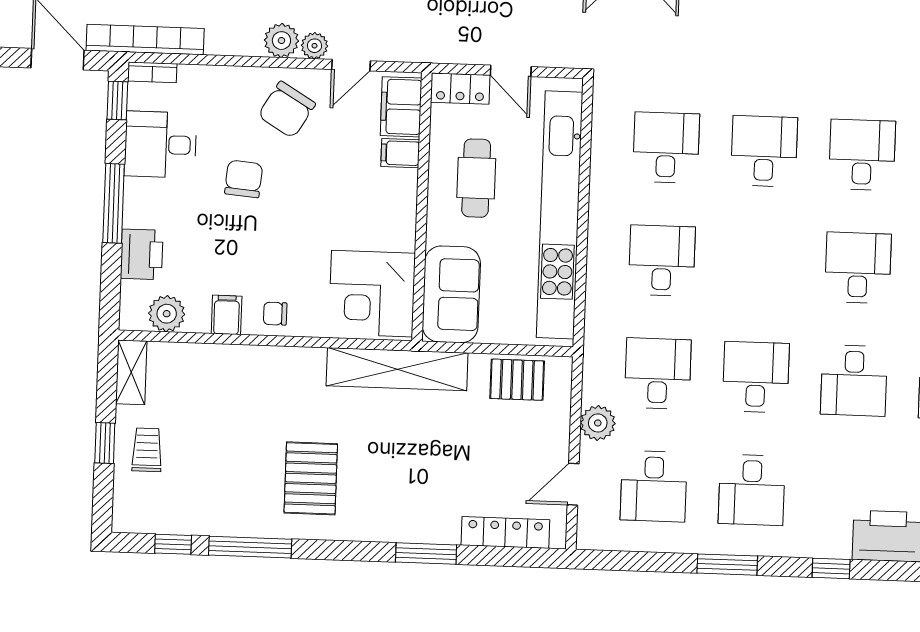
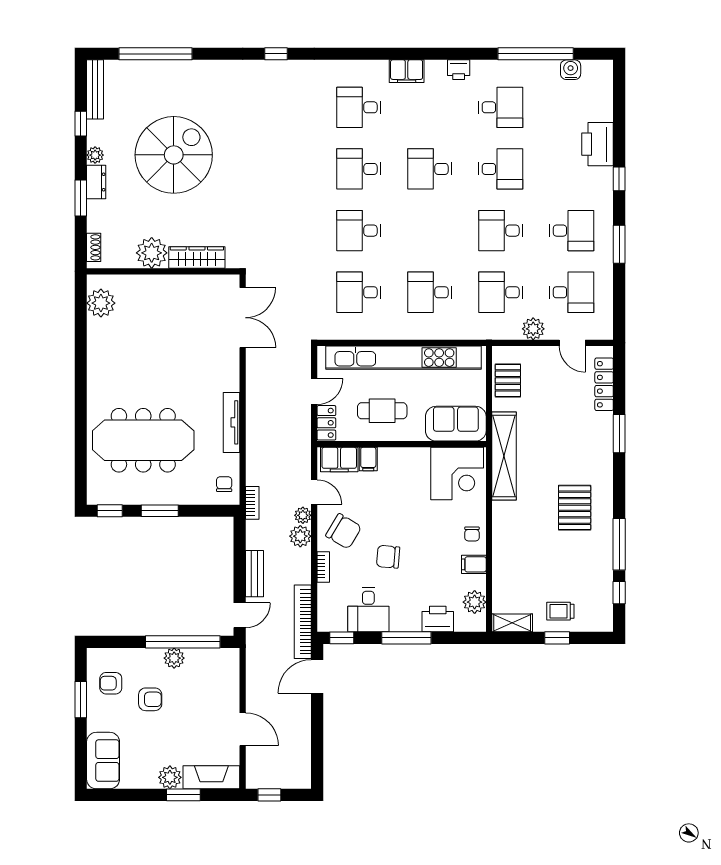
bookcase: (152, 72) -> (323, 567), moved
pallet: (311, 478) -> (575, 508), turned 90

